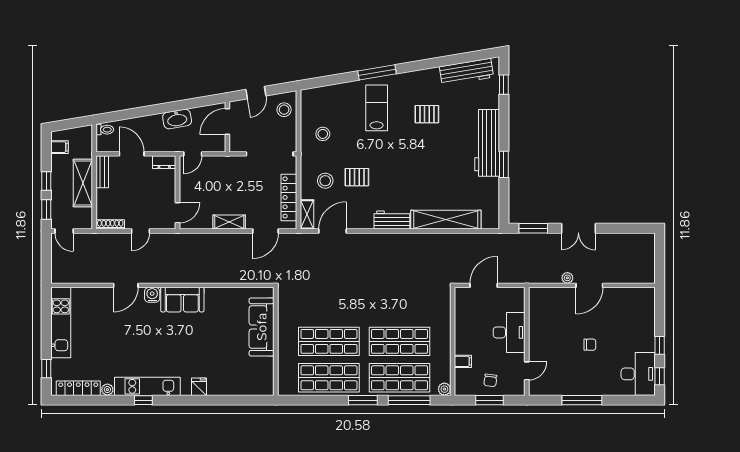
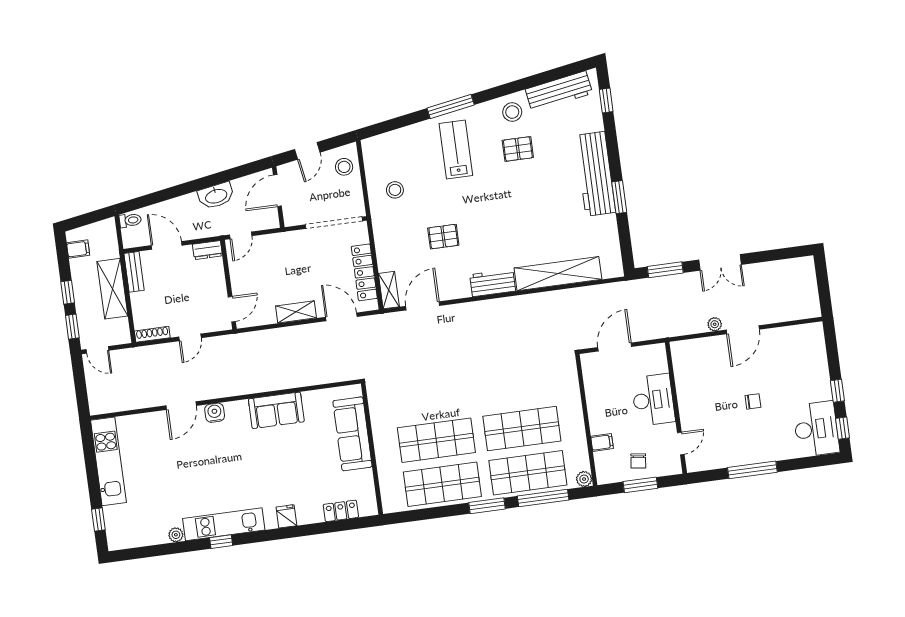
stool: (325, 181) -> (512, 112), moved
door: (265, 231) -> (341, 317), swing flipped
sofa: (182, 300) -> (276, 410), moved
locker: (78, 388) -> (341, 511), moved, width x0.66

